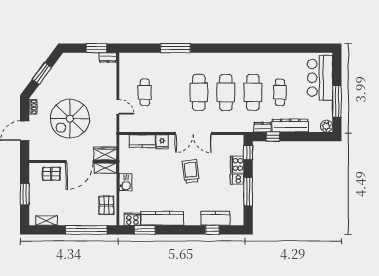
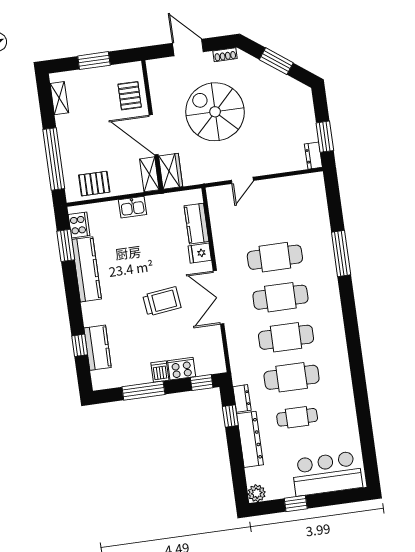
cafe table: (145, 92) -> (275, 257), moved, width x1.37, depth x1.35
window: (337, 101) -> (296, 504), width x0.46

